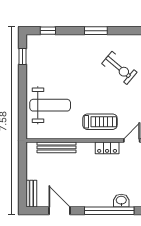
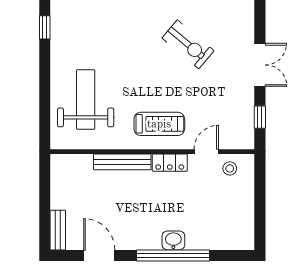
weight bench: (50, 105) -> (86, 99), turned -90
bench: (57, 147) -> (122, 162), moved
washbasin: (121, 201) -> (173, 240), moved

